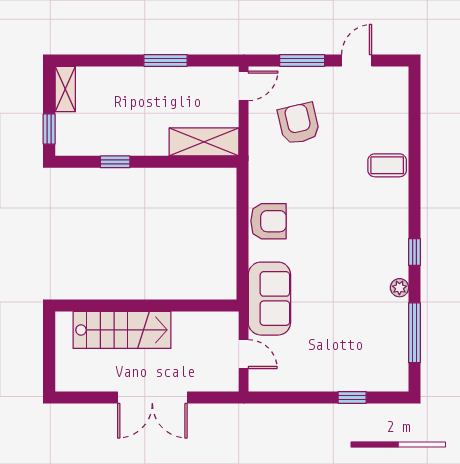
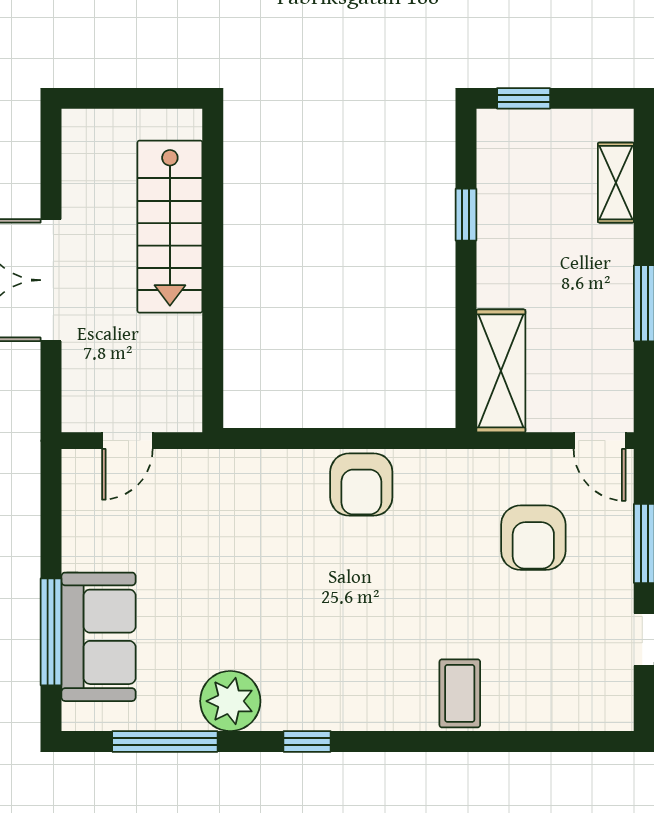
shelving: (65, 89) -> (616, 183), moved, turned 90
armchair: (299, 124) -> (533, 538), turned 103
plant: (399, 288) -> (230, 701), width x1.88, depth x1.88
sofa: (269, 299) -> (98, 637), moved, turned -90
window: (352, 398) -> (51, 632), width x2.17

